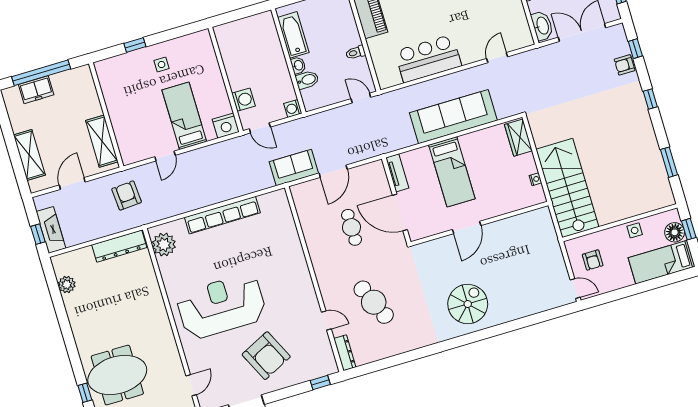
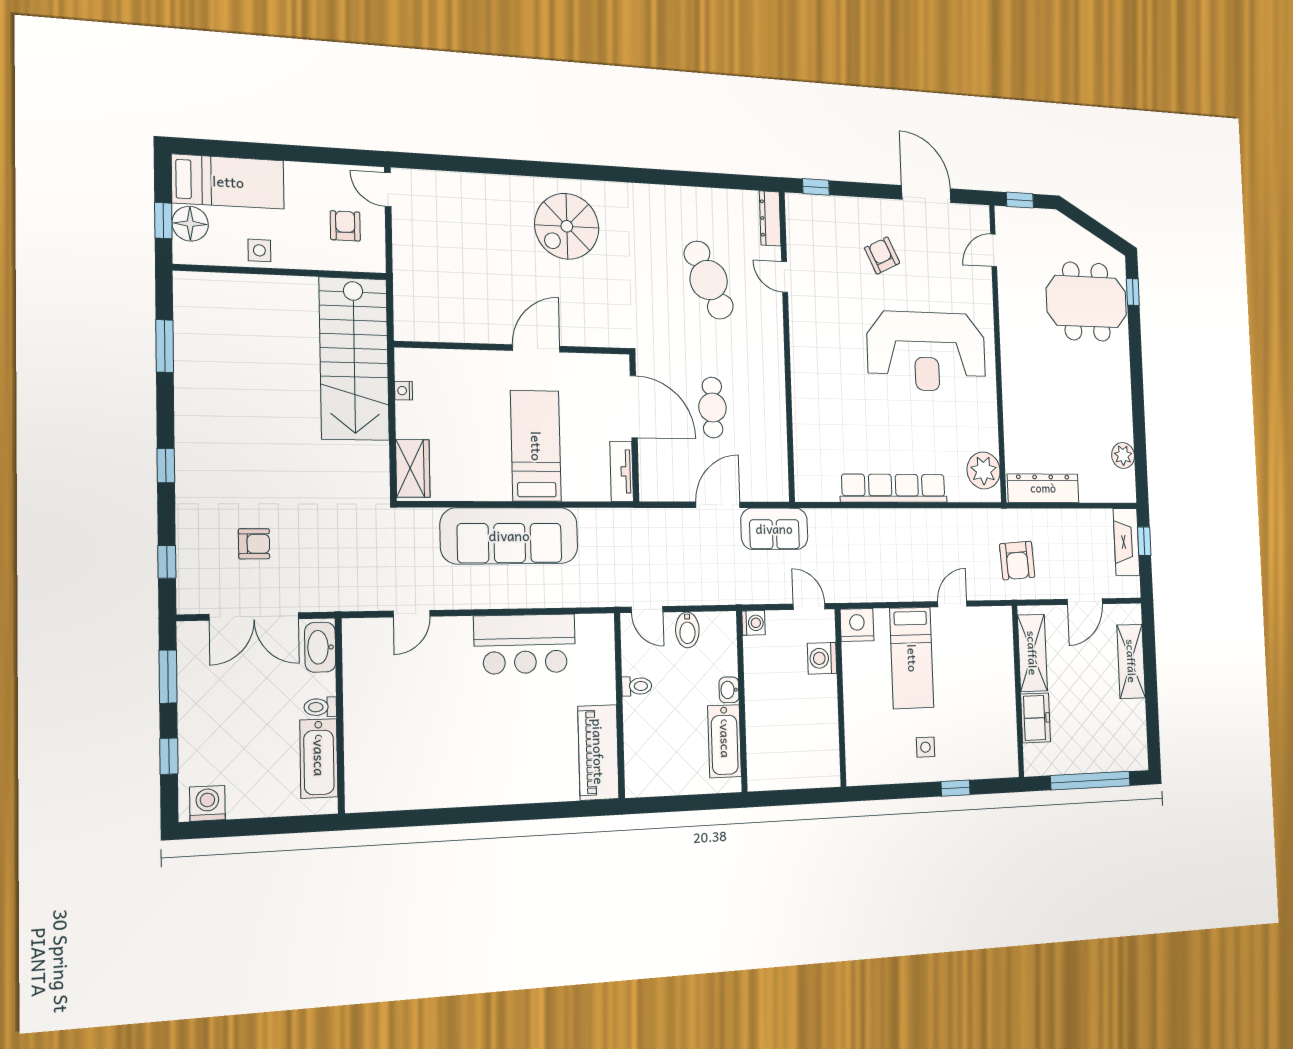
armchair: (625, 65) -> (254, 544), moved
bidet: (307, 80) -> (687, 630), moved, turned -90
freezer: (36, 90) -> (1036, 718), moved, turned 90
armchair: (266, 356) -> (882, 255), width x0.53, depth x0.53

